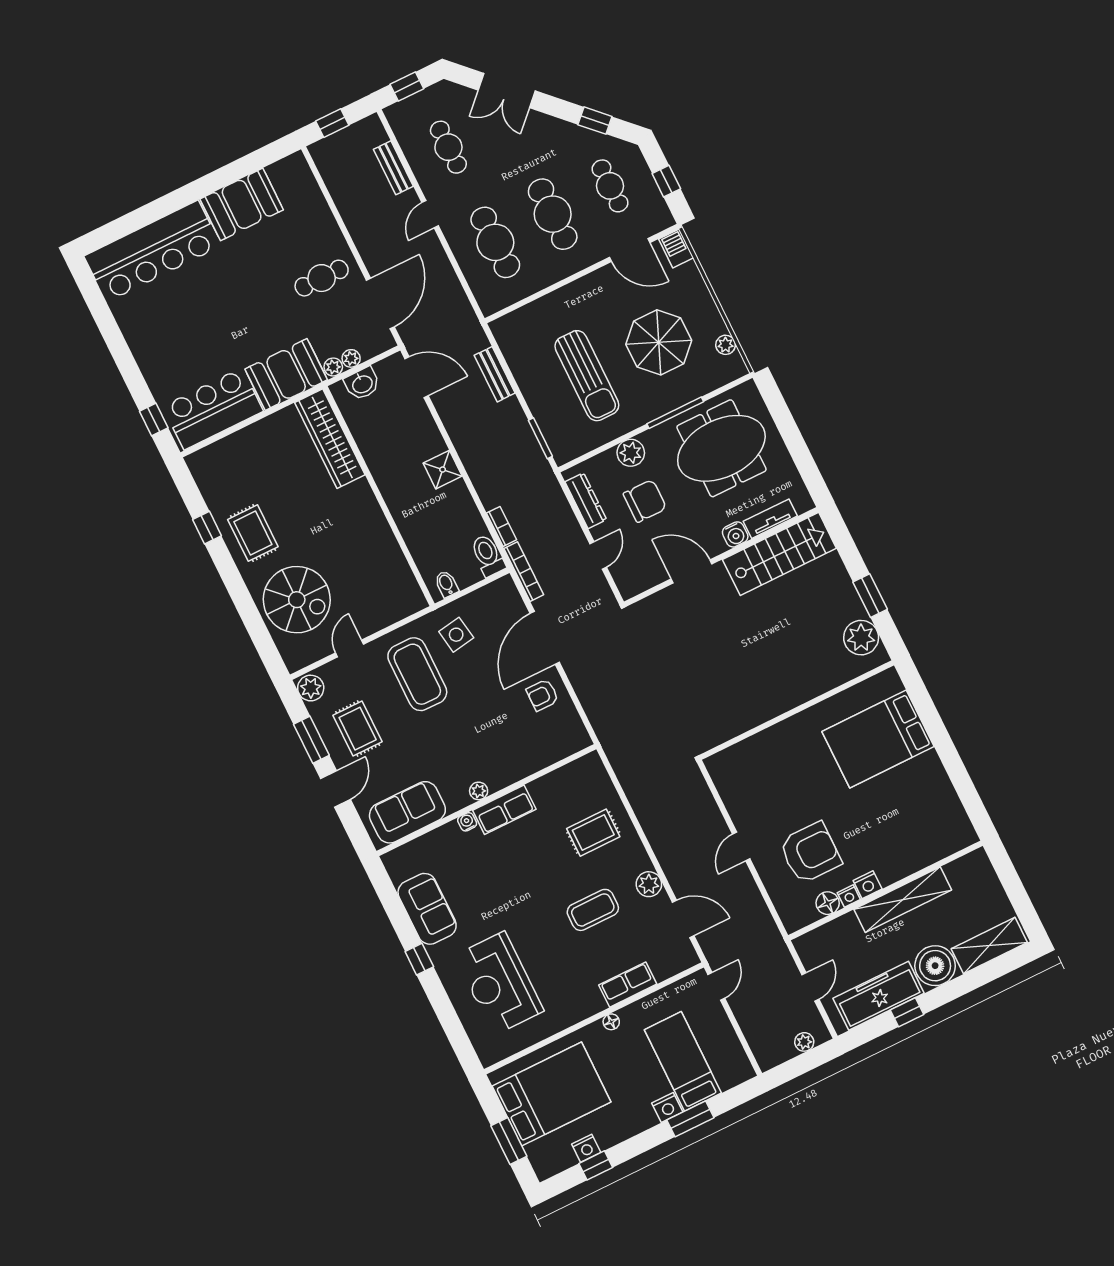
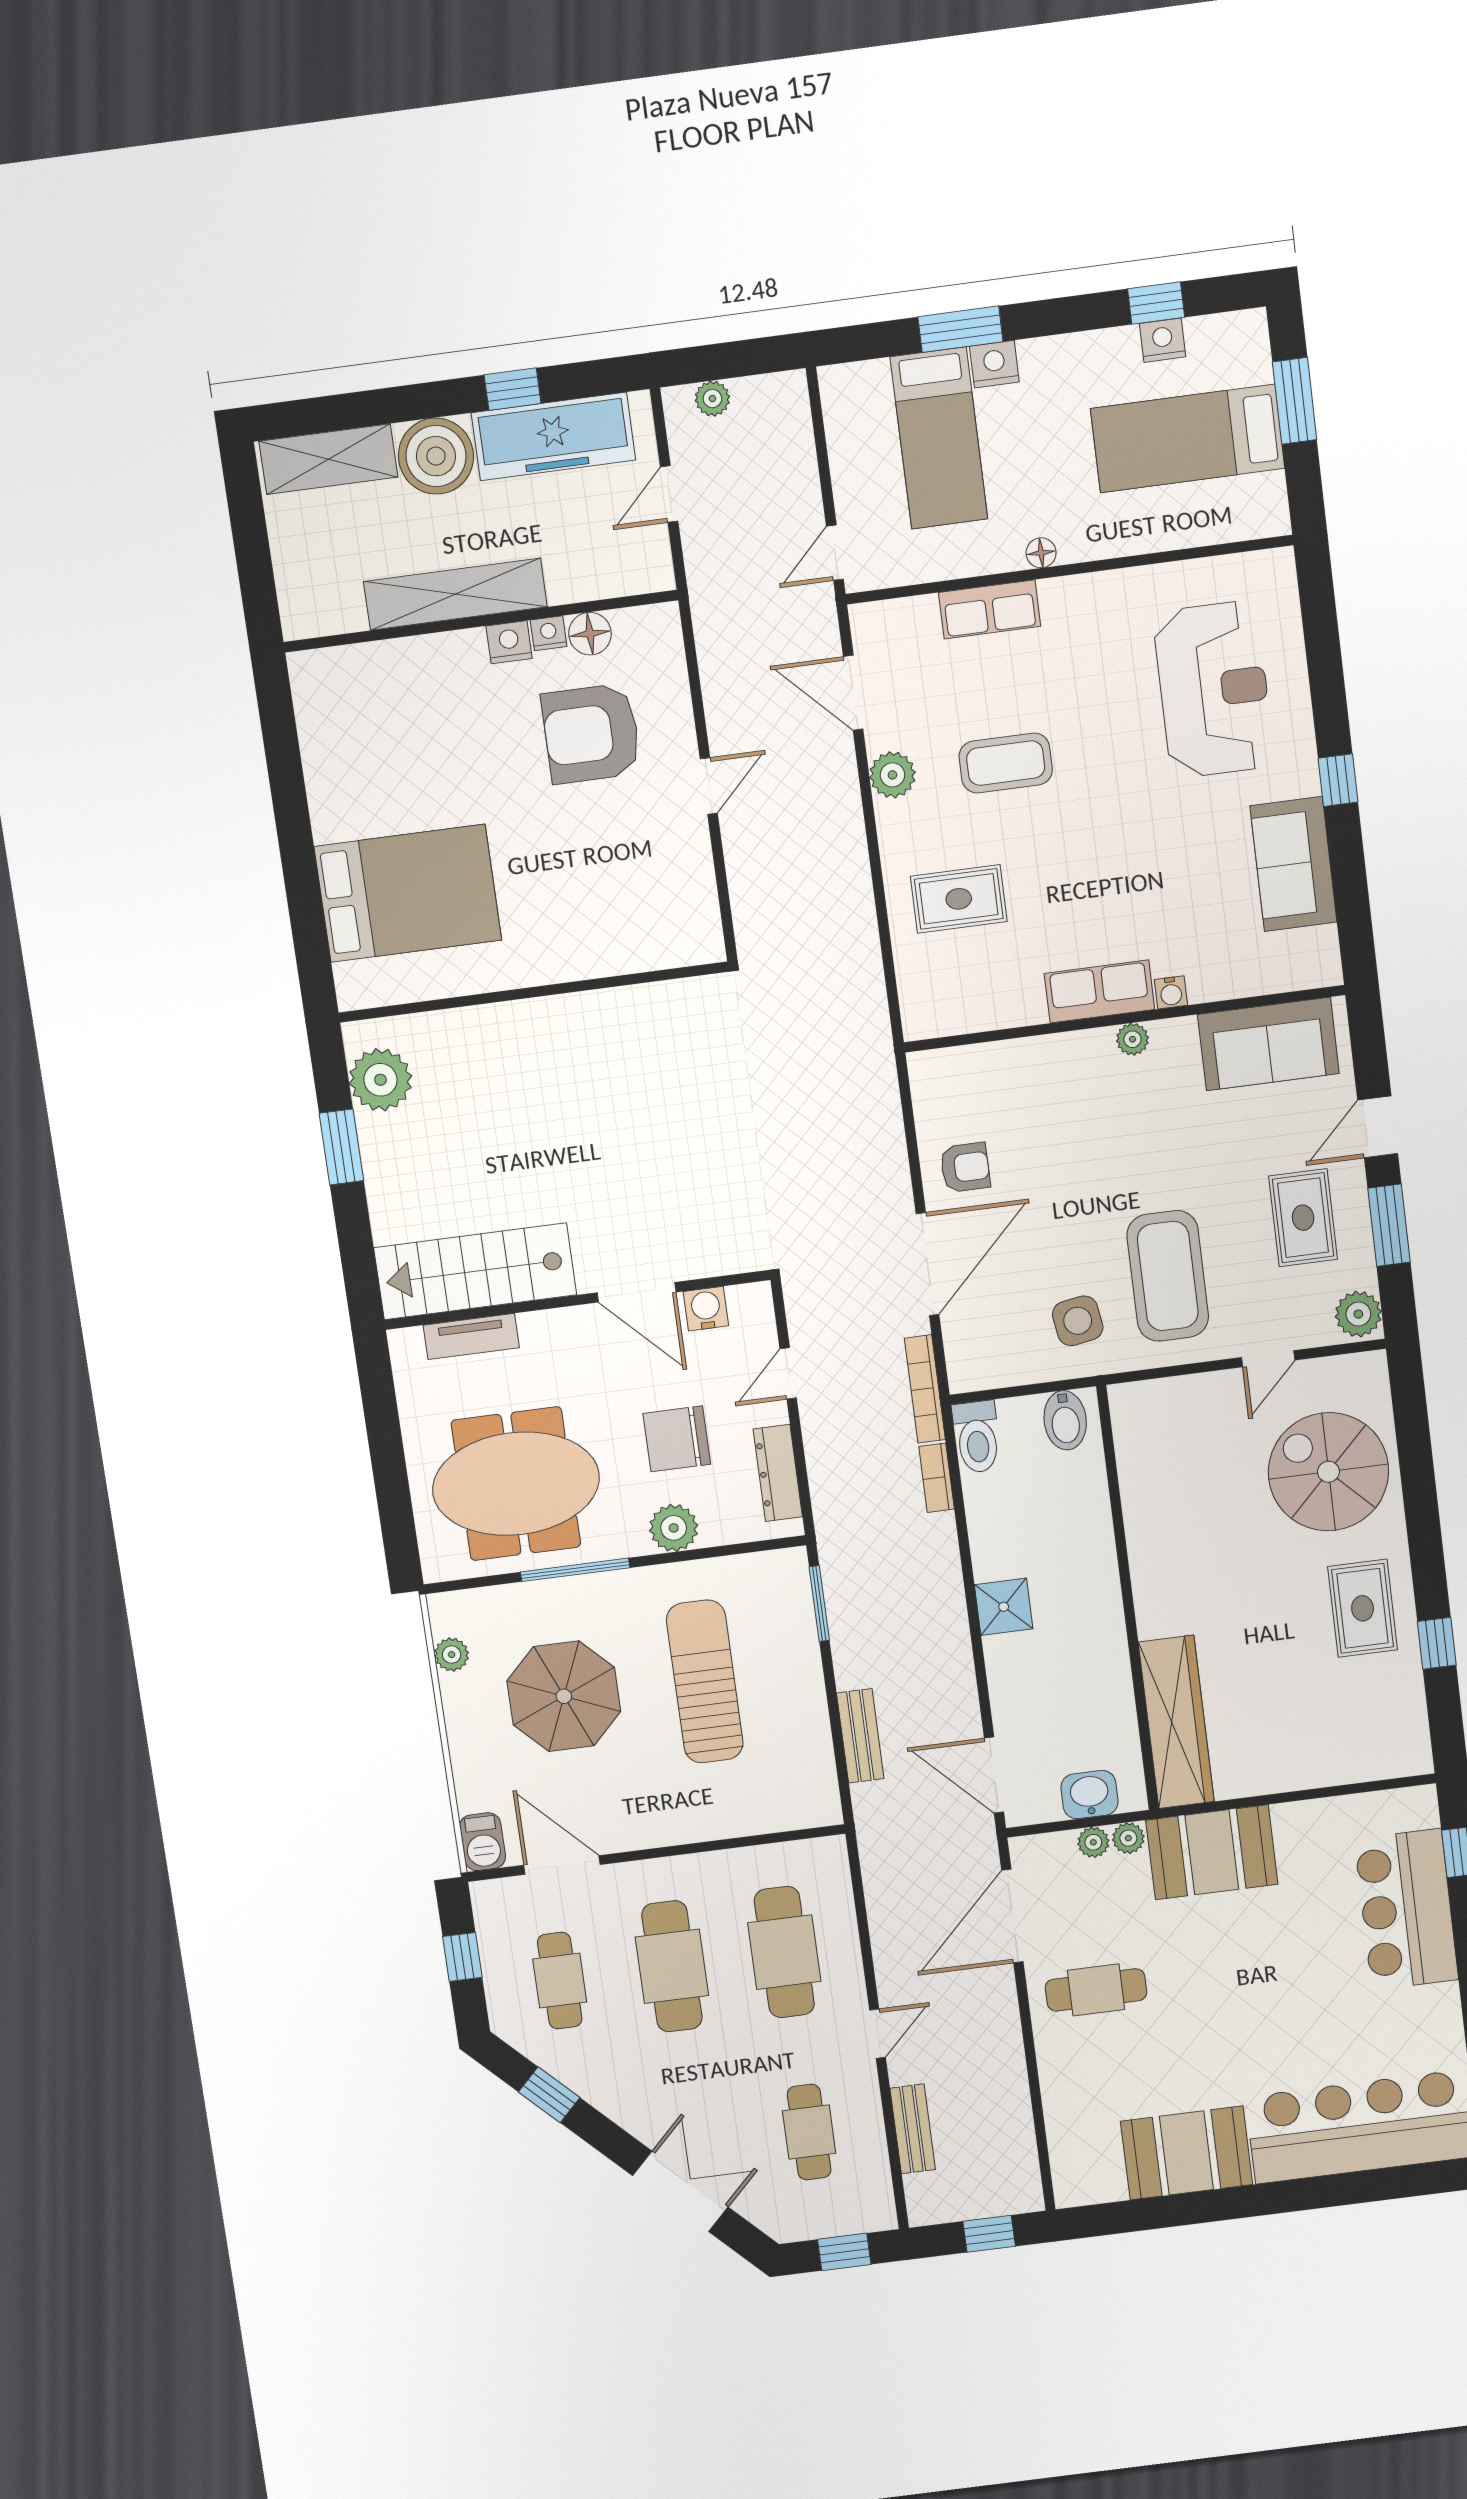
bar counter: (213, 409) -> (1406, 1909), moved, turned 90
water cooler: (735, 534) -> (706, 1309), moved
bidet: (446, 584) -> (1065, 1420), width x1.38, depth x1.36
bed: (552, 1094) -> (1188, 438), width x0.67

